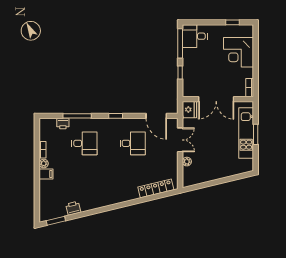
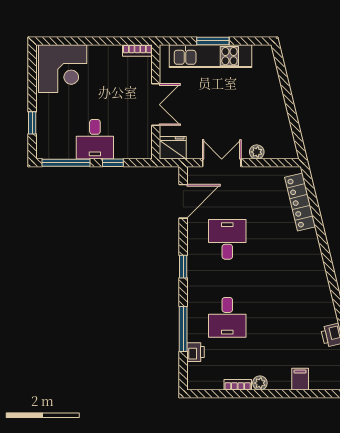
window: (233, 22) -> (32, 123), moved
desk: (195, 36) -> (95, 139), moved
corner desk: (238, 52) -> (63, 69), moved
double door: (216, 99) -> (156, 105), width x0.73
desk: (84, 143) -> (227, 317), turned 180
filing cabinet: (46, 174) -> (300, 379), moved

